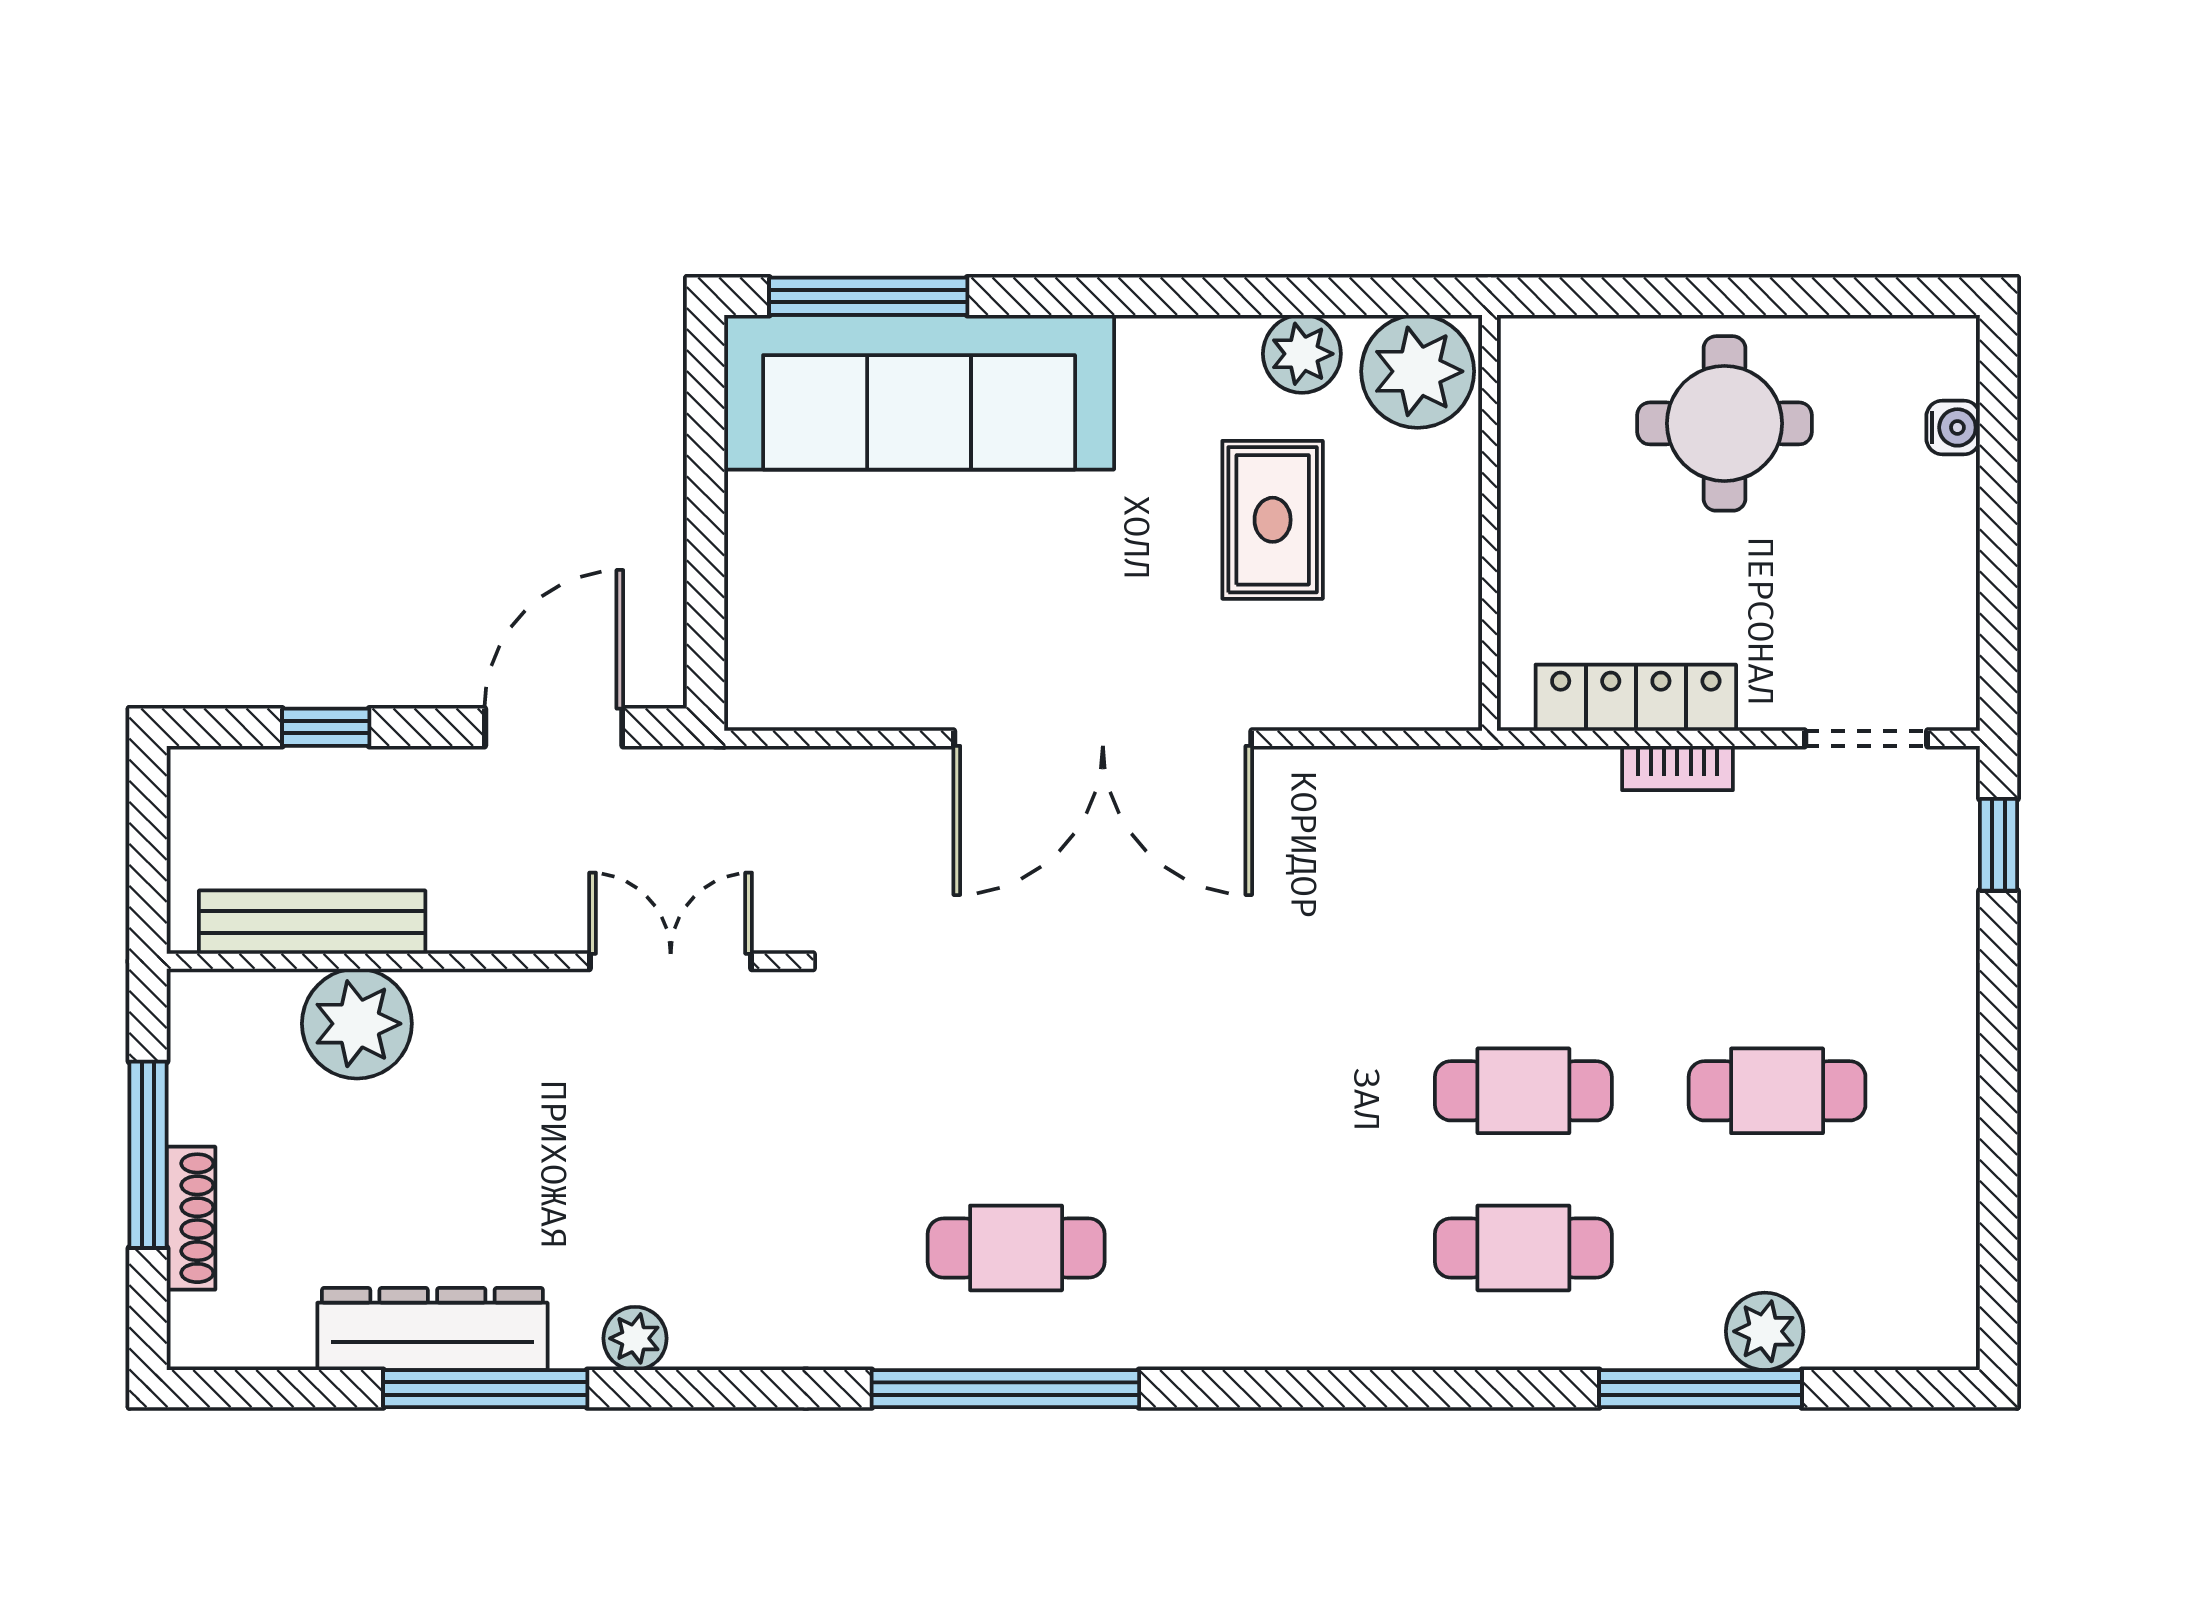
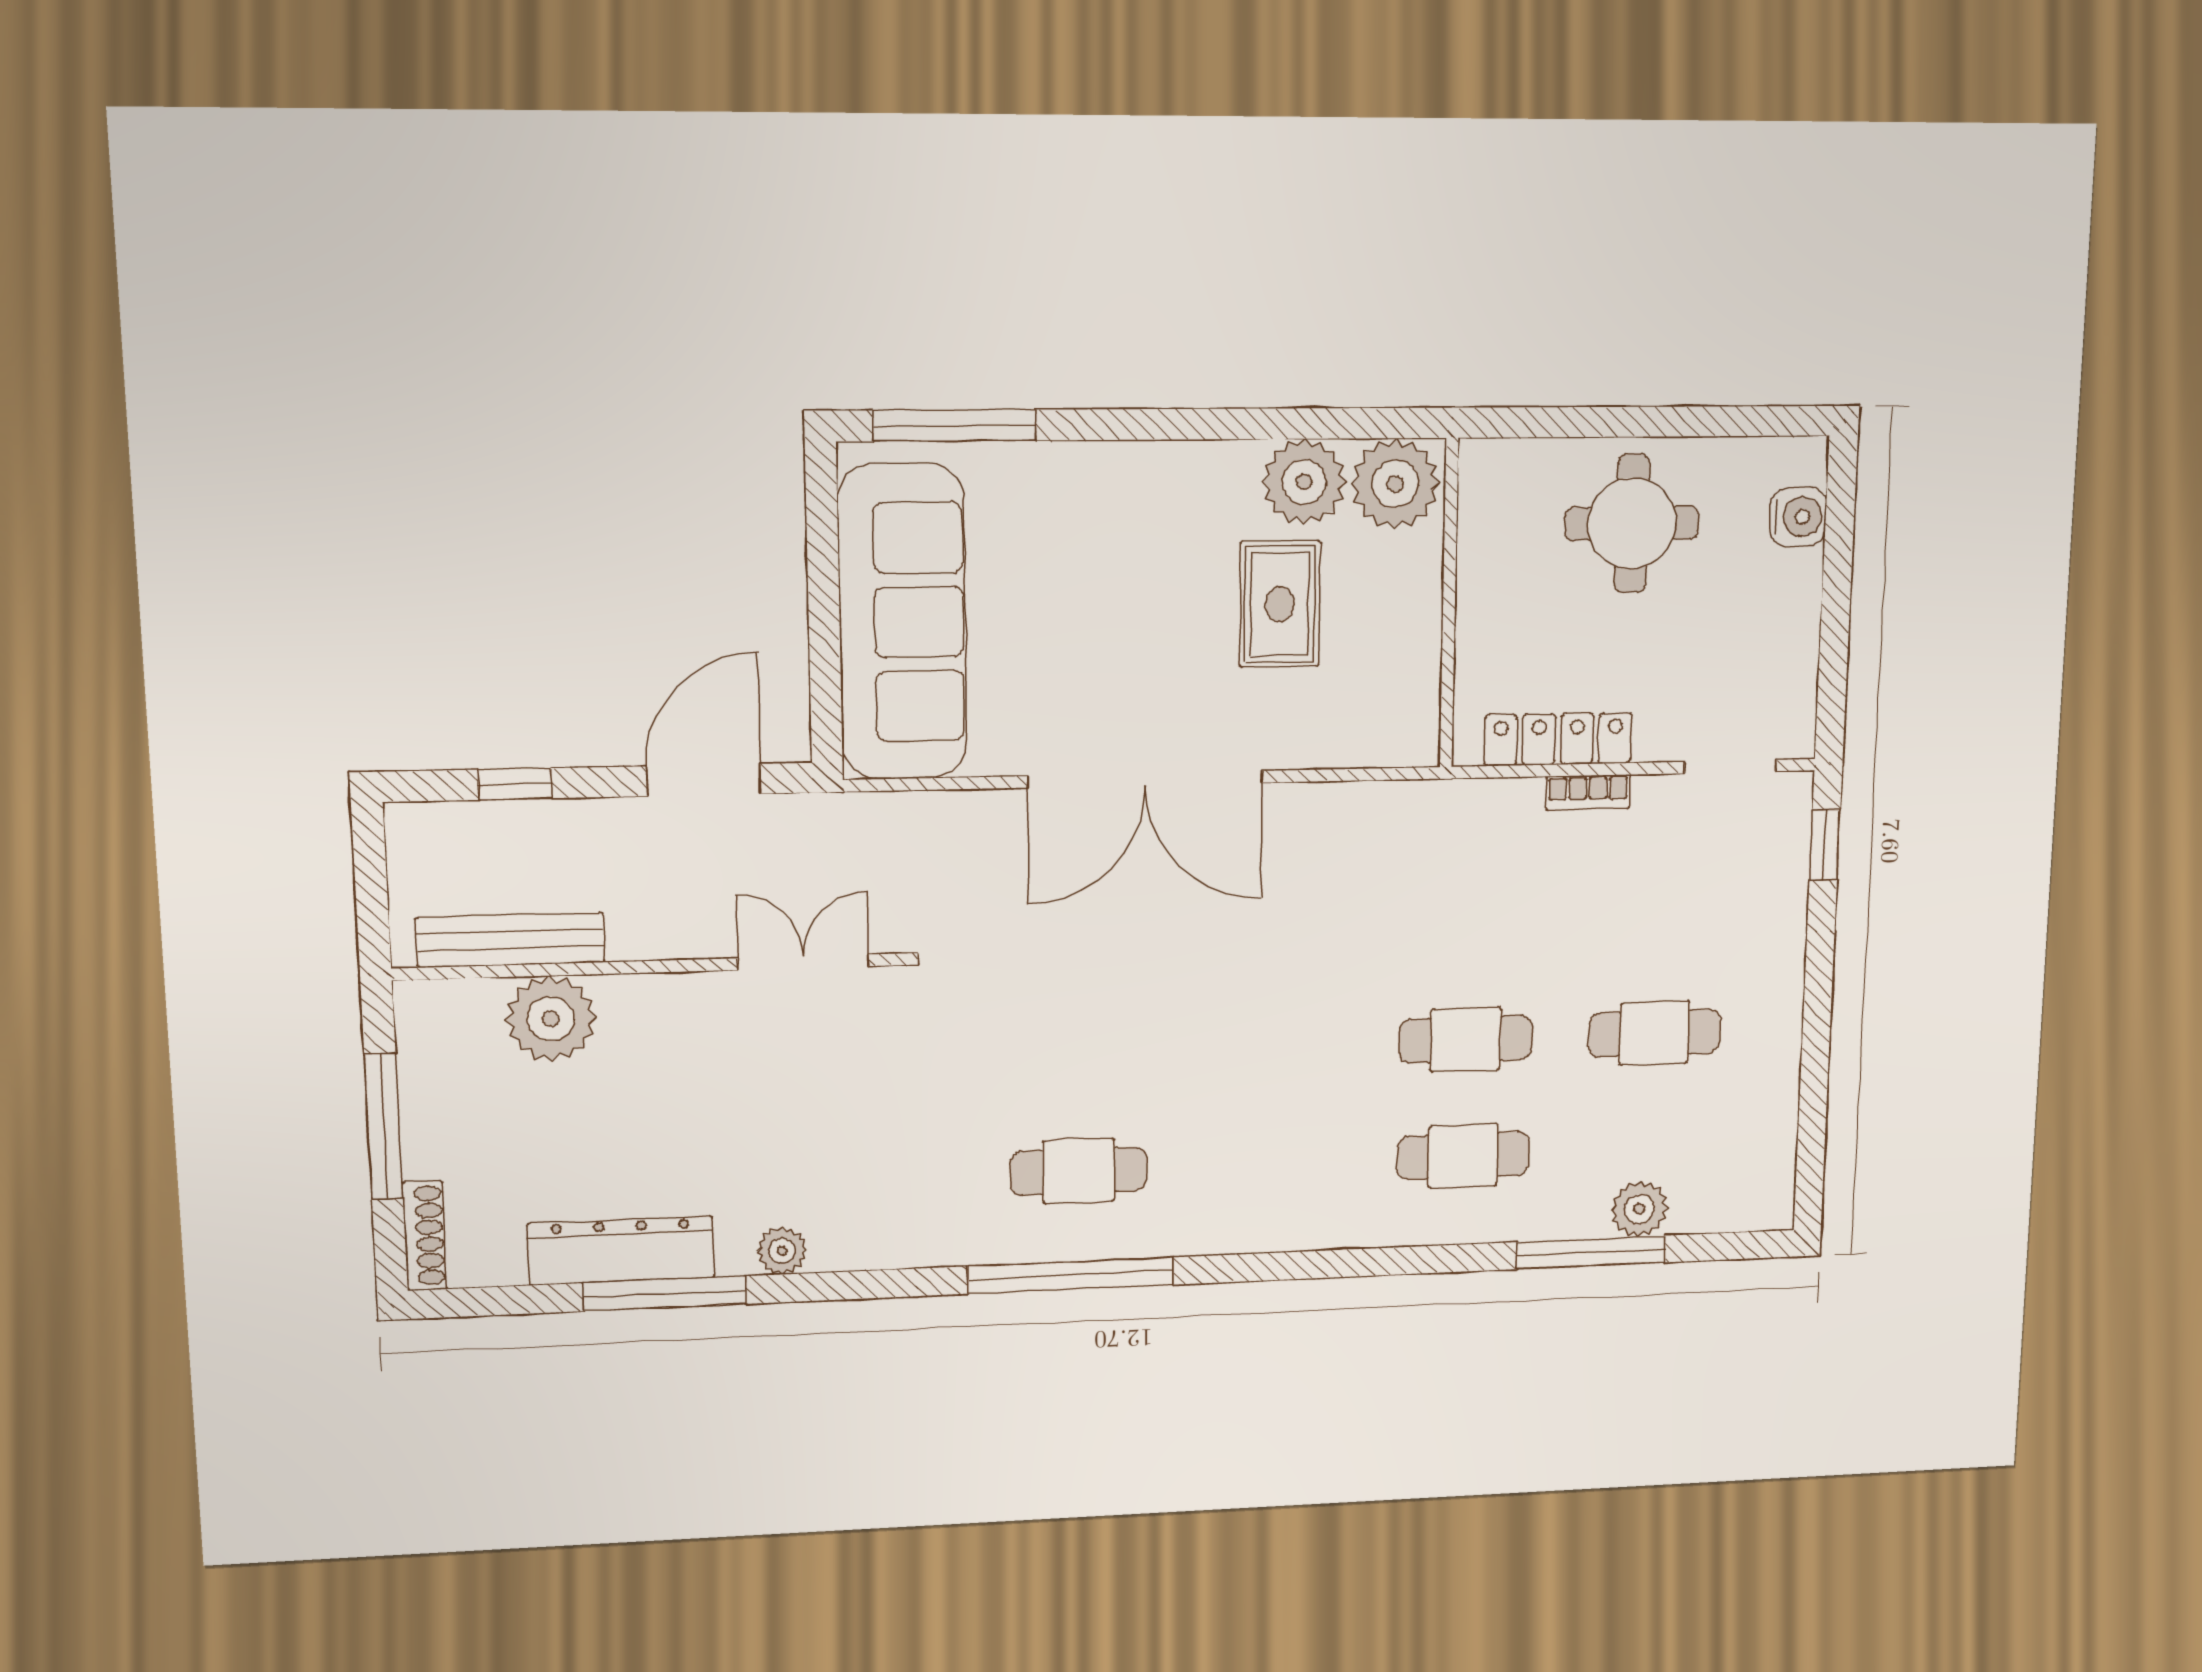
plant: (1302, 354) -> (1304, 482), width x1.36, depth x1.36
sofa: (919, 392) -> (903, 622), moved, turned -90
water cooler: (1953, 427) -> (1798, 517), width x1.38, depth x1.38
shoe rack: (191, 1218) -> (425, 1236), moved

